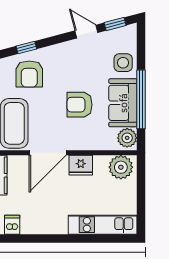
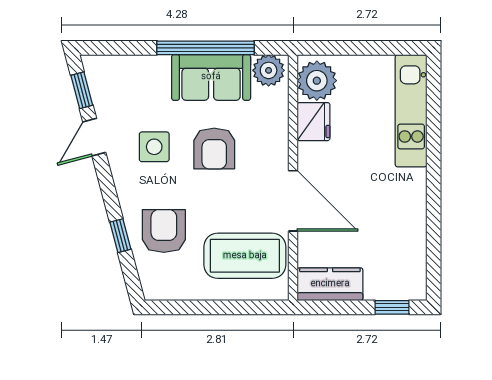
side table: (123, 63) -> (154, 147), moved
armchair: (29, 74) -> (164, 231), turned -90
fridge: (81, 165) -> (314, 122), moved
dishwasher: (12, 225) -> (411, 259), removed

